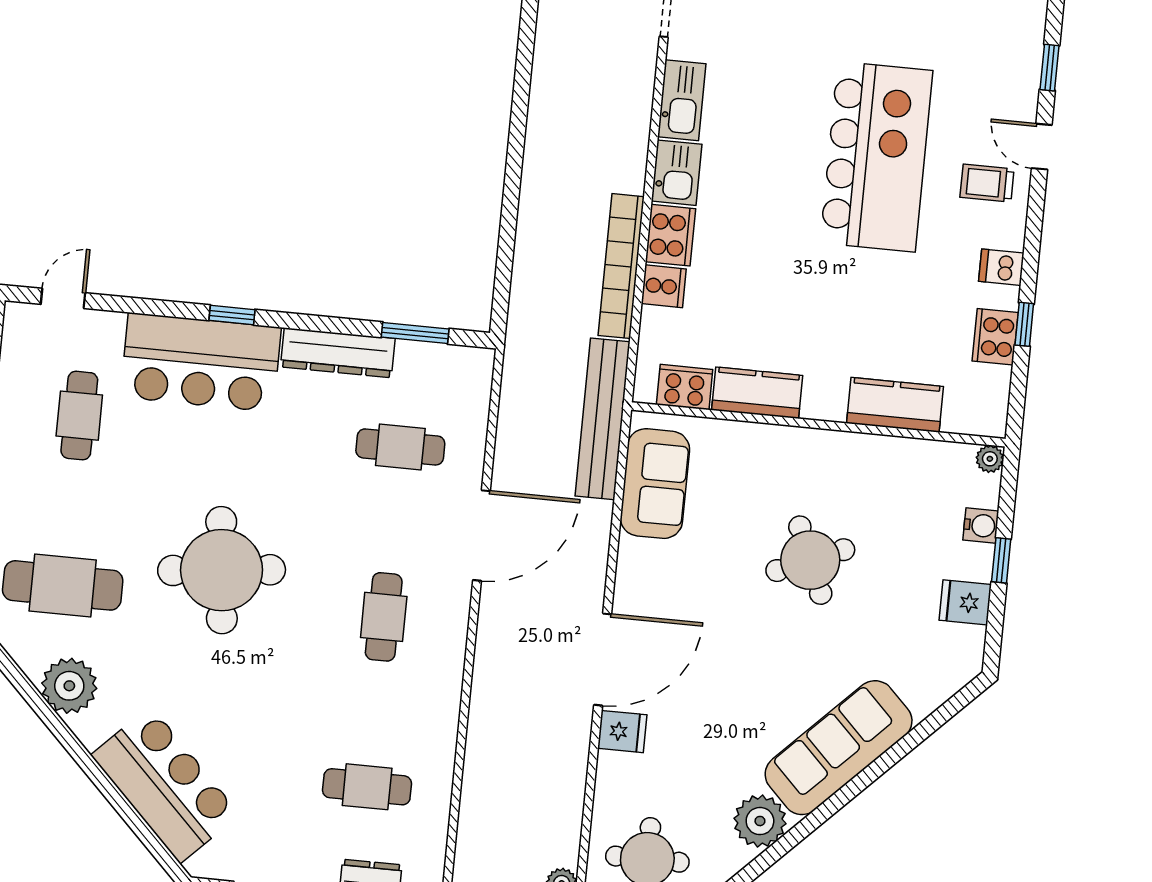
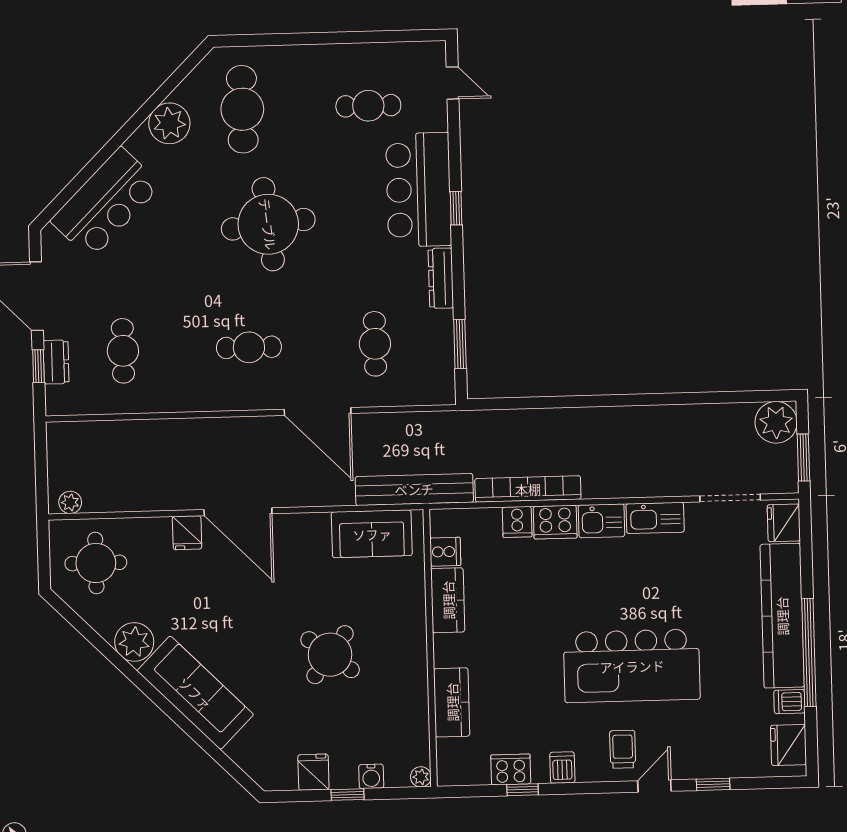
dresser: (338, 353) -> (441, 278), width x0.73, depth x0.80
cooker: (685, 387) -> (445, 552), width x0.73
round table: (810, 560) -> (330, 655), turned -30

